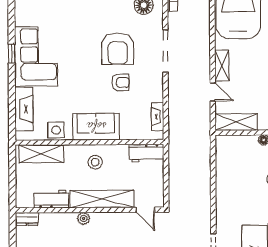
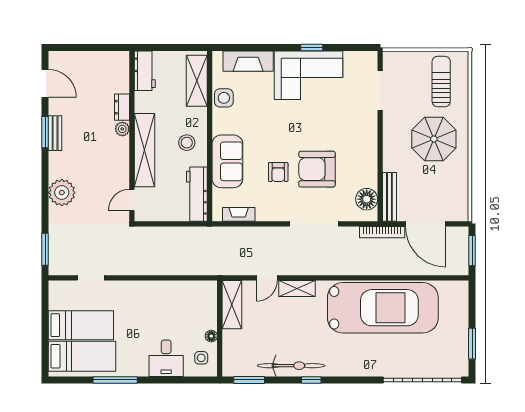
sofa: (96, 127) -> (227, 161), moved
workbench: (146, 153) -> (197, 194), width x1.38
workbench: (51, 199) -> (145, 71), moved
dresser: (27, 219) -> (122, 107), moved

